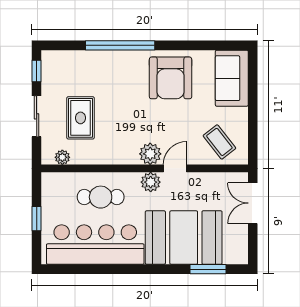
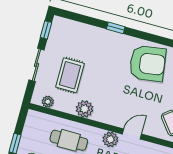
window: (120, 45) -> (116, 28), width x0.32
armchair: (171, 78) -> (148, 63), turned -98
plant: (150, 154) -> (85, 109), moved

